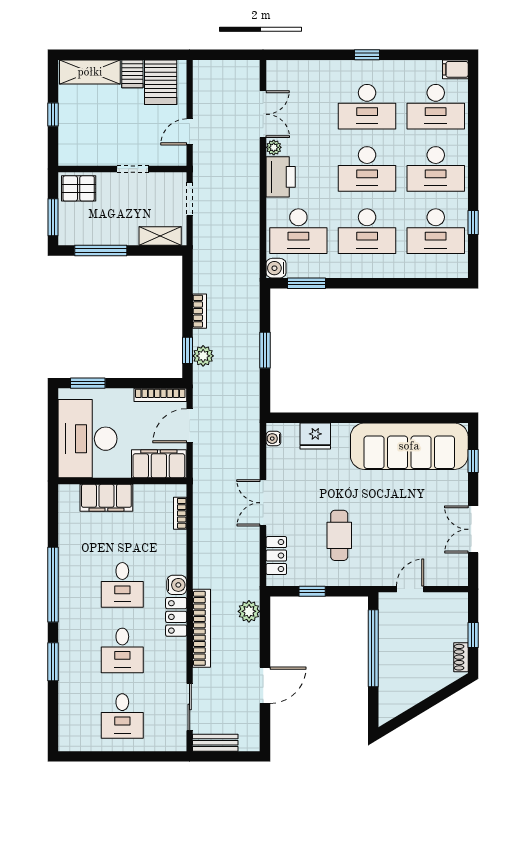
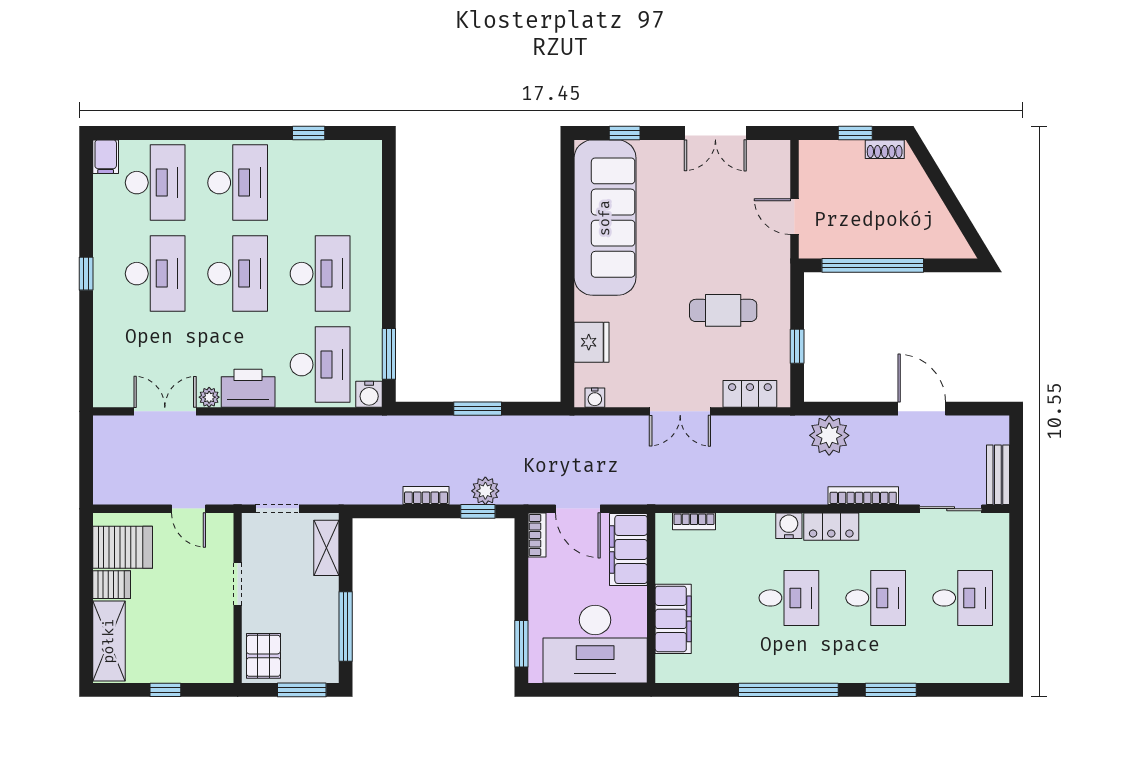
desk: (436, 231) -> (320, 183), removed
bookcase: (160, 395) -> (537, 535), width x0.64
plant: (249, 611) -> (829, 435), width x1.36, depth x1.36
bookcase: (202, 628) -> (863, 496), width x0.68, depth x0.76

